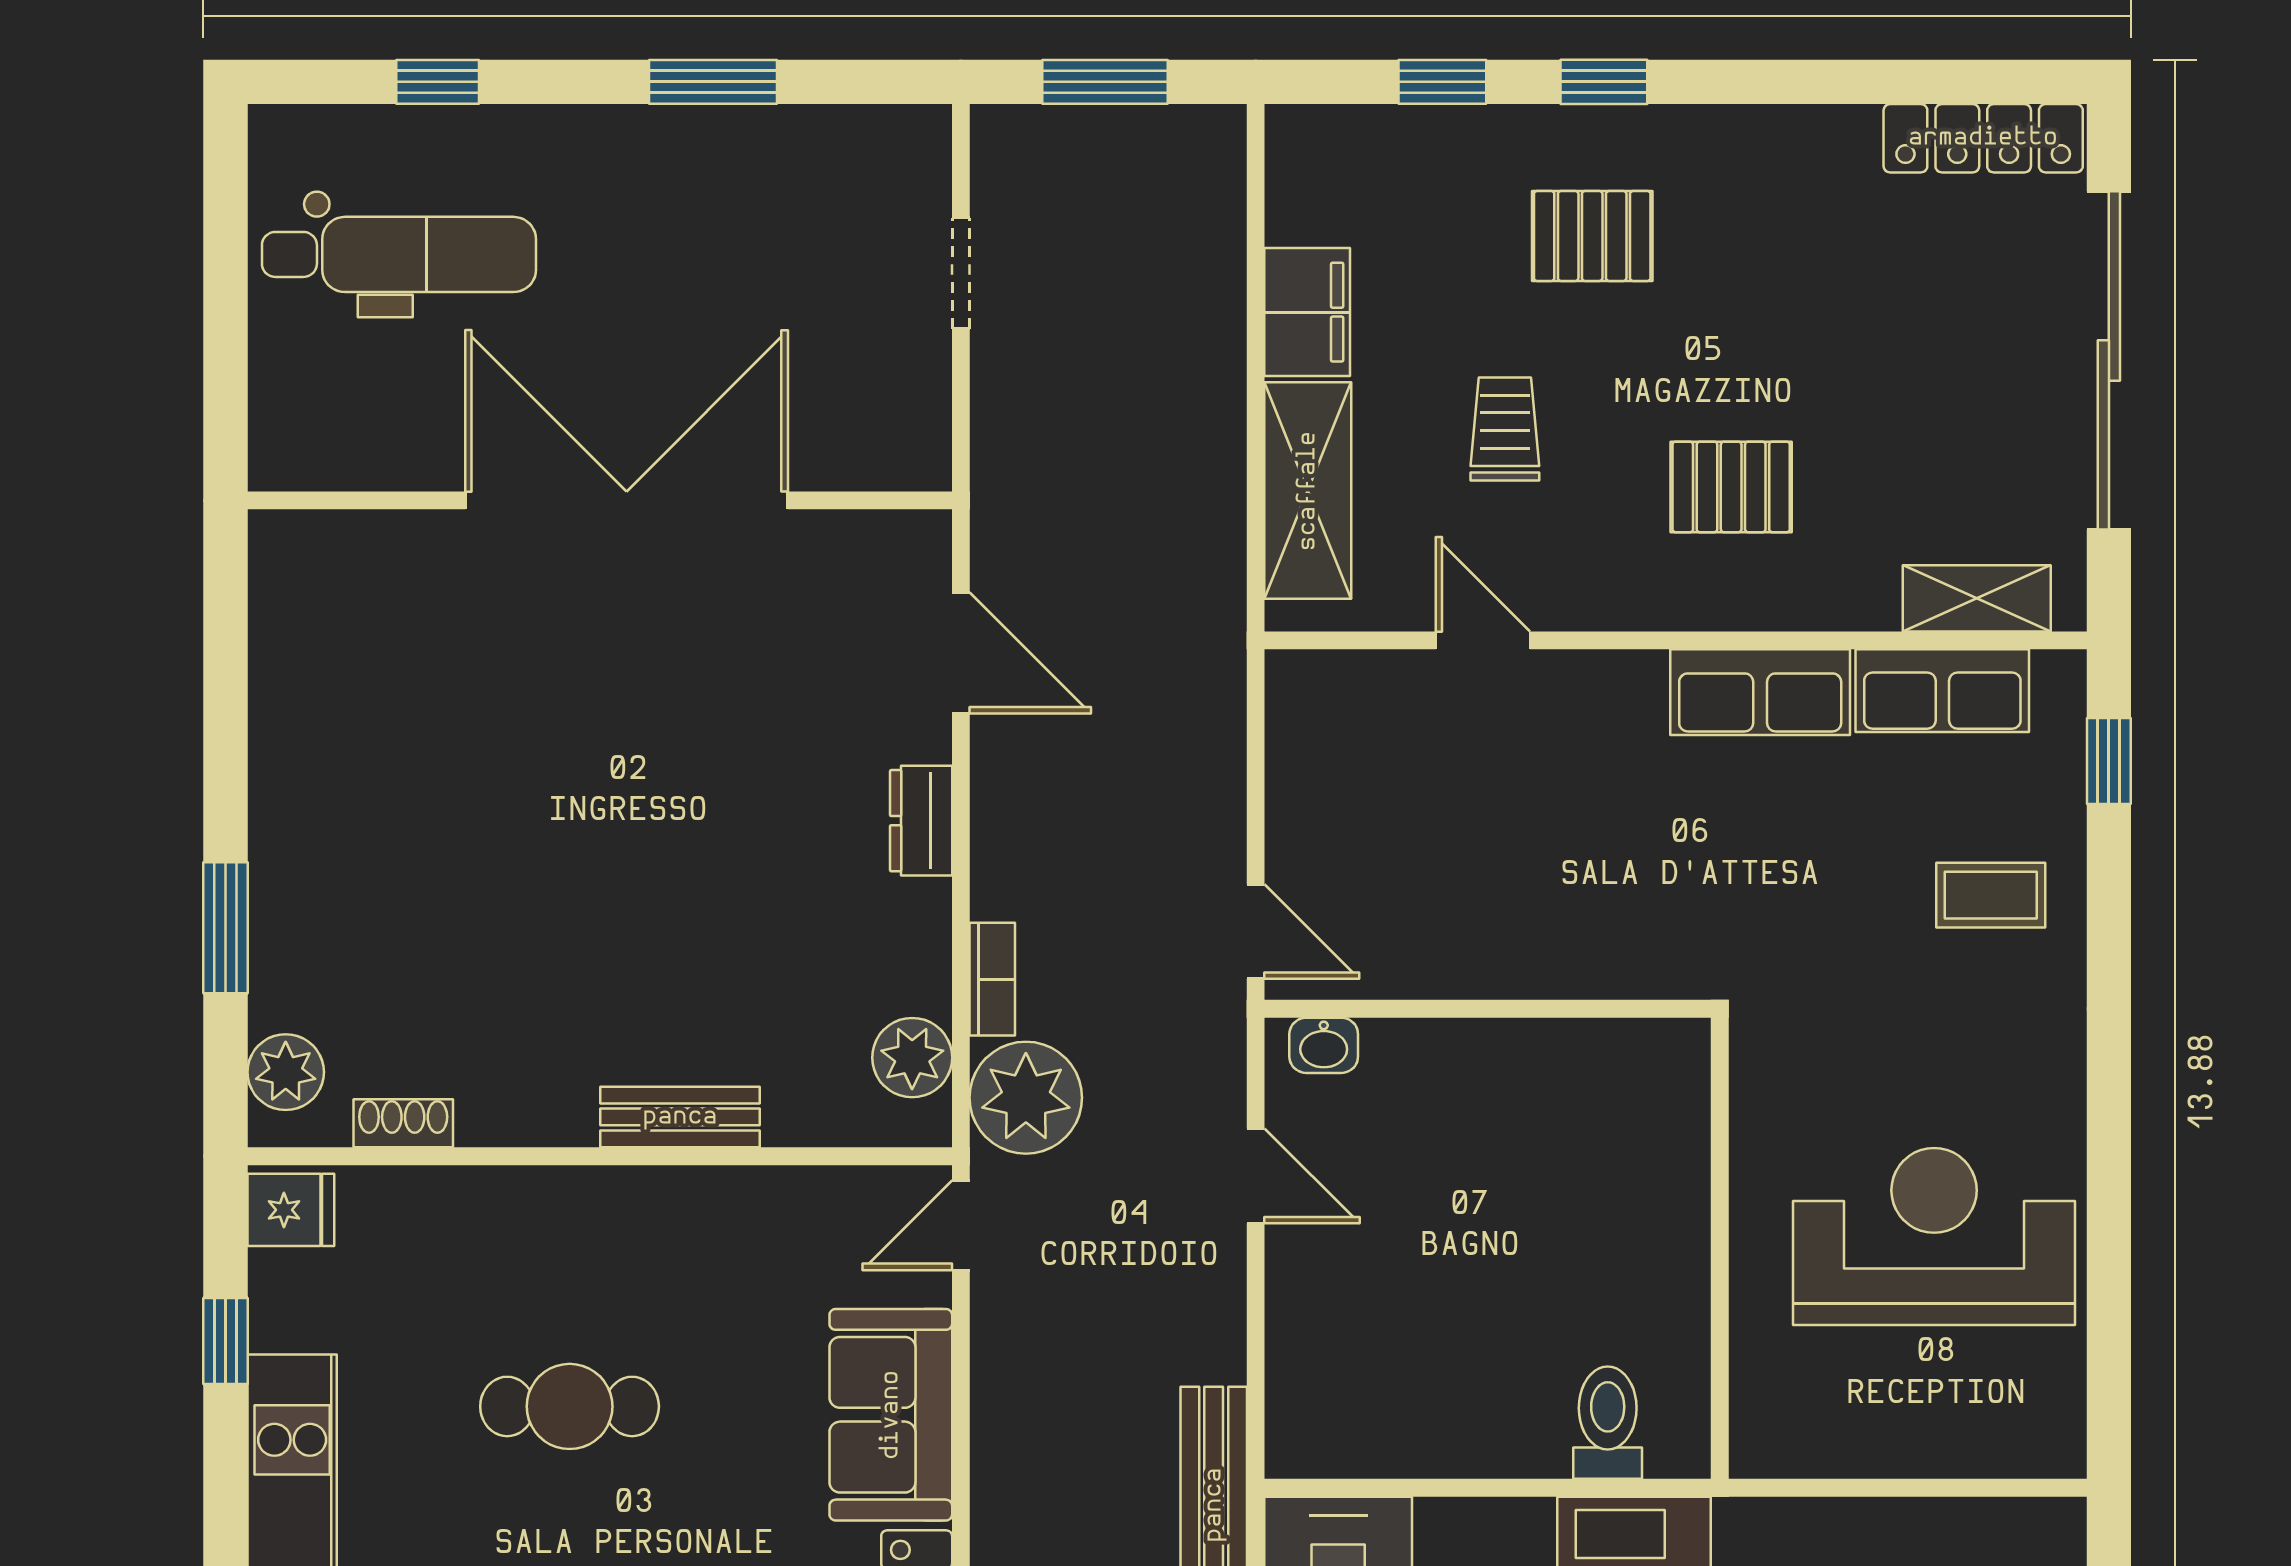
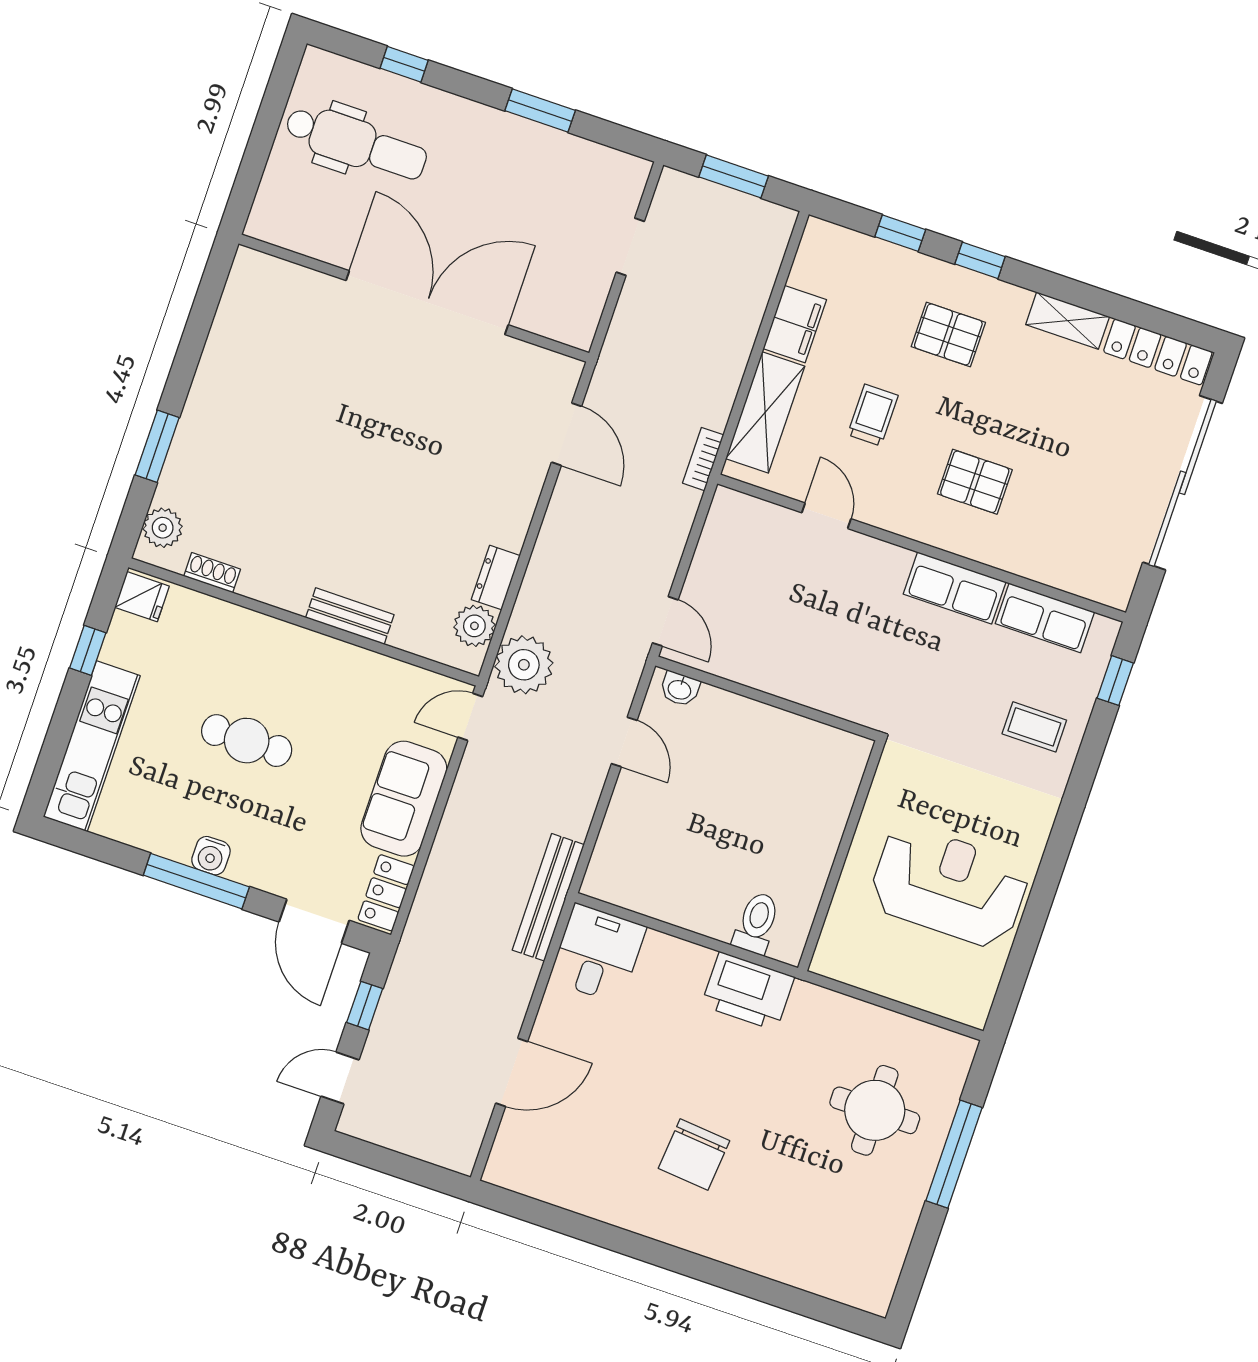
shelving: (1977, 598) -> (1068, 321), moved
dresser: (921, 821) -> (496, 578), moved
bookcase: (992, 979) -> (703, 459), moved, turned 180

